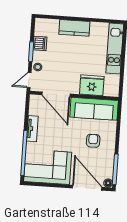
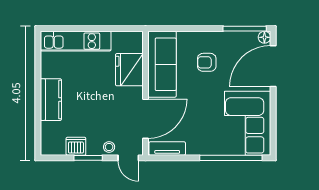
tv unit: (32, 129) -> (167, 149), moved

